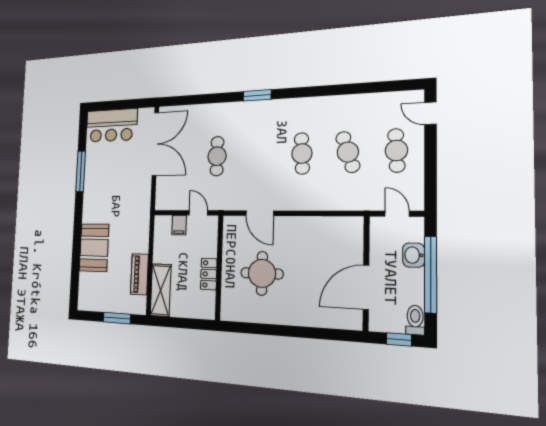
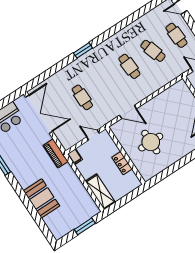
filing cabinet: (179, 225) -> (75, 157), moved
piano: (140, 274) -> (56, 153), moved

